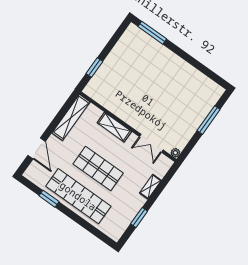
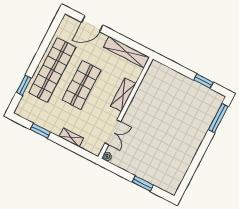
window: (94, 67) -> (203, 81), moved
window: (209, 120) -> (143, 184), width x0.69
double door: (151, 143) -> (113, 132), swing flipped
window: (49, 199) -> (24, 85), moved

